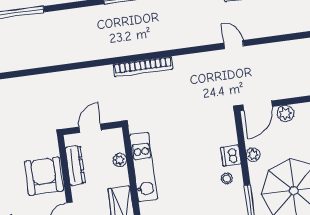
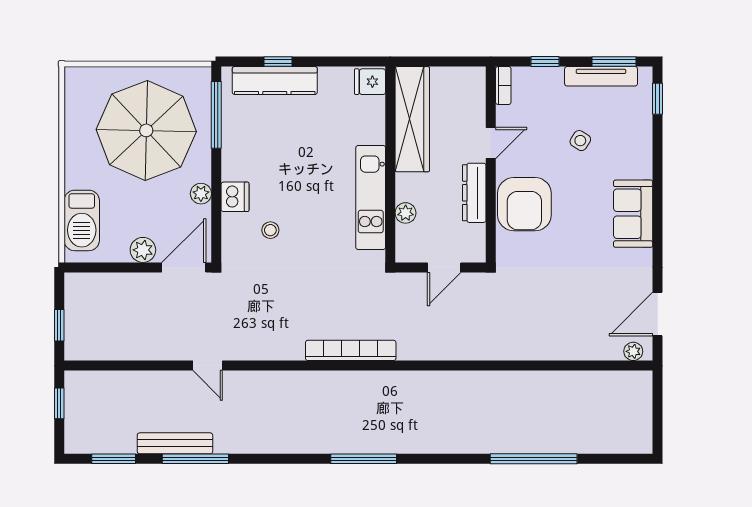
dresser: (75, 165) -> (474, 193), moved
stool: (227, 179) -> (270, 230), moved

